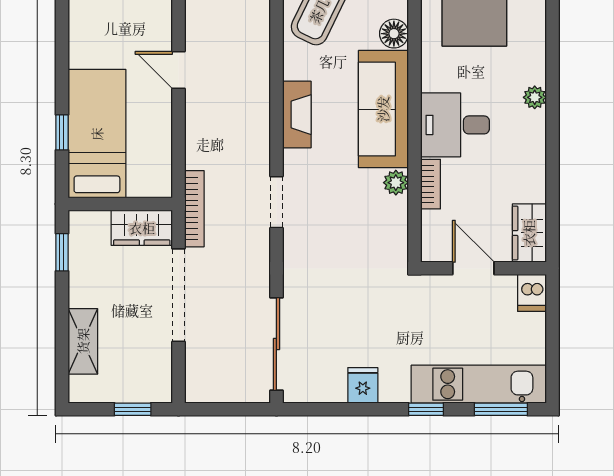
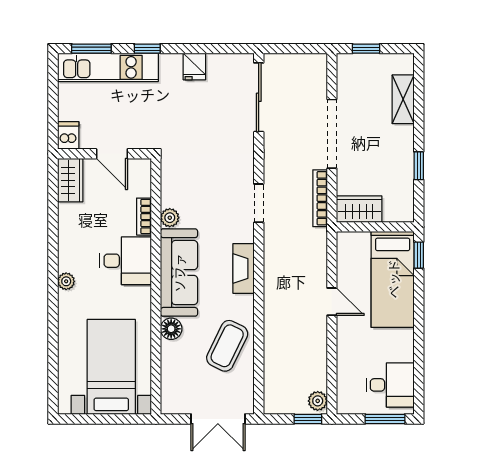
bed: (97, 134) -> (393, 279), moved
wall: (120, 204) -> (375, 227), moved
wardrobe: (142, 228) -> (359, 209), moved

